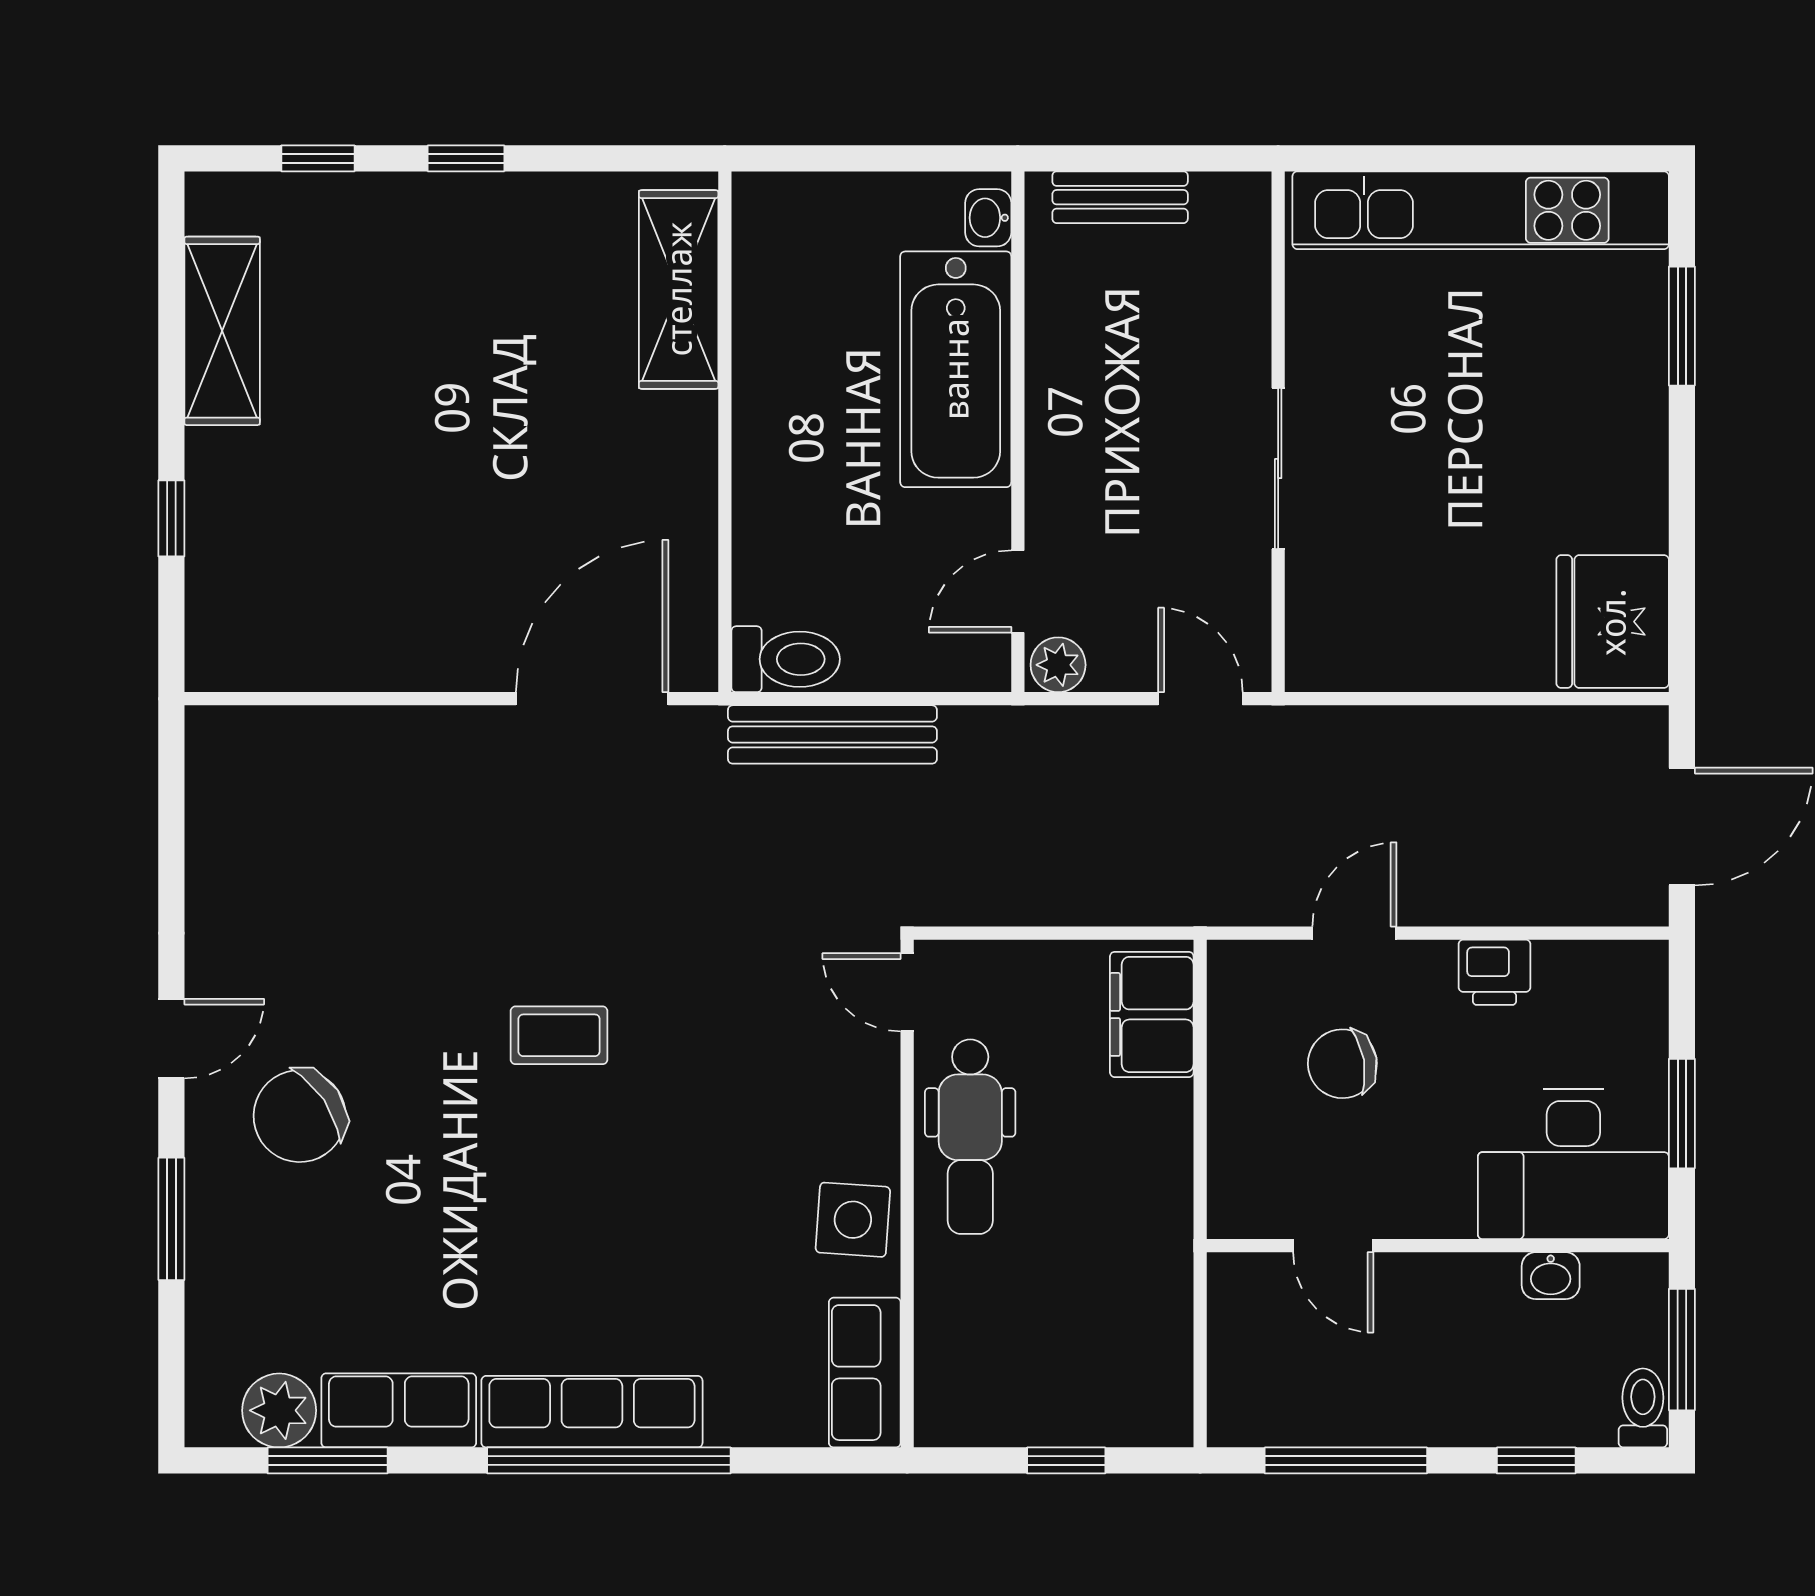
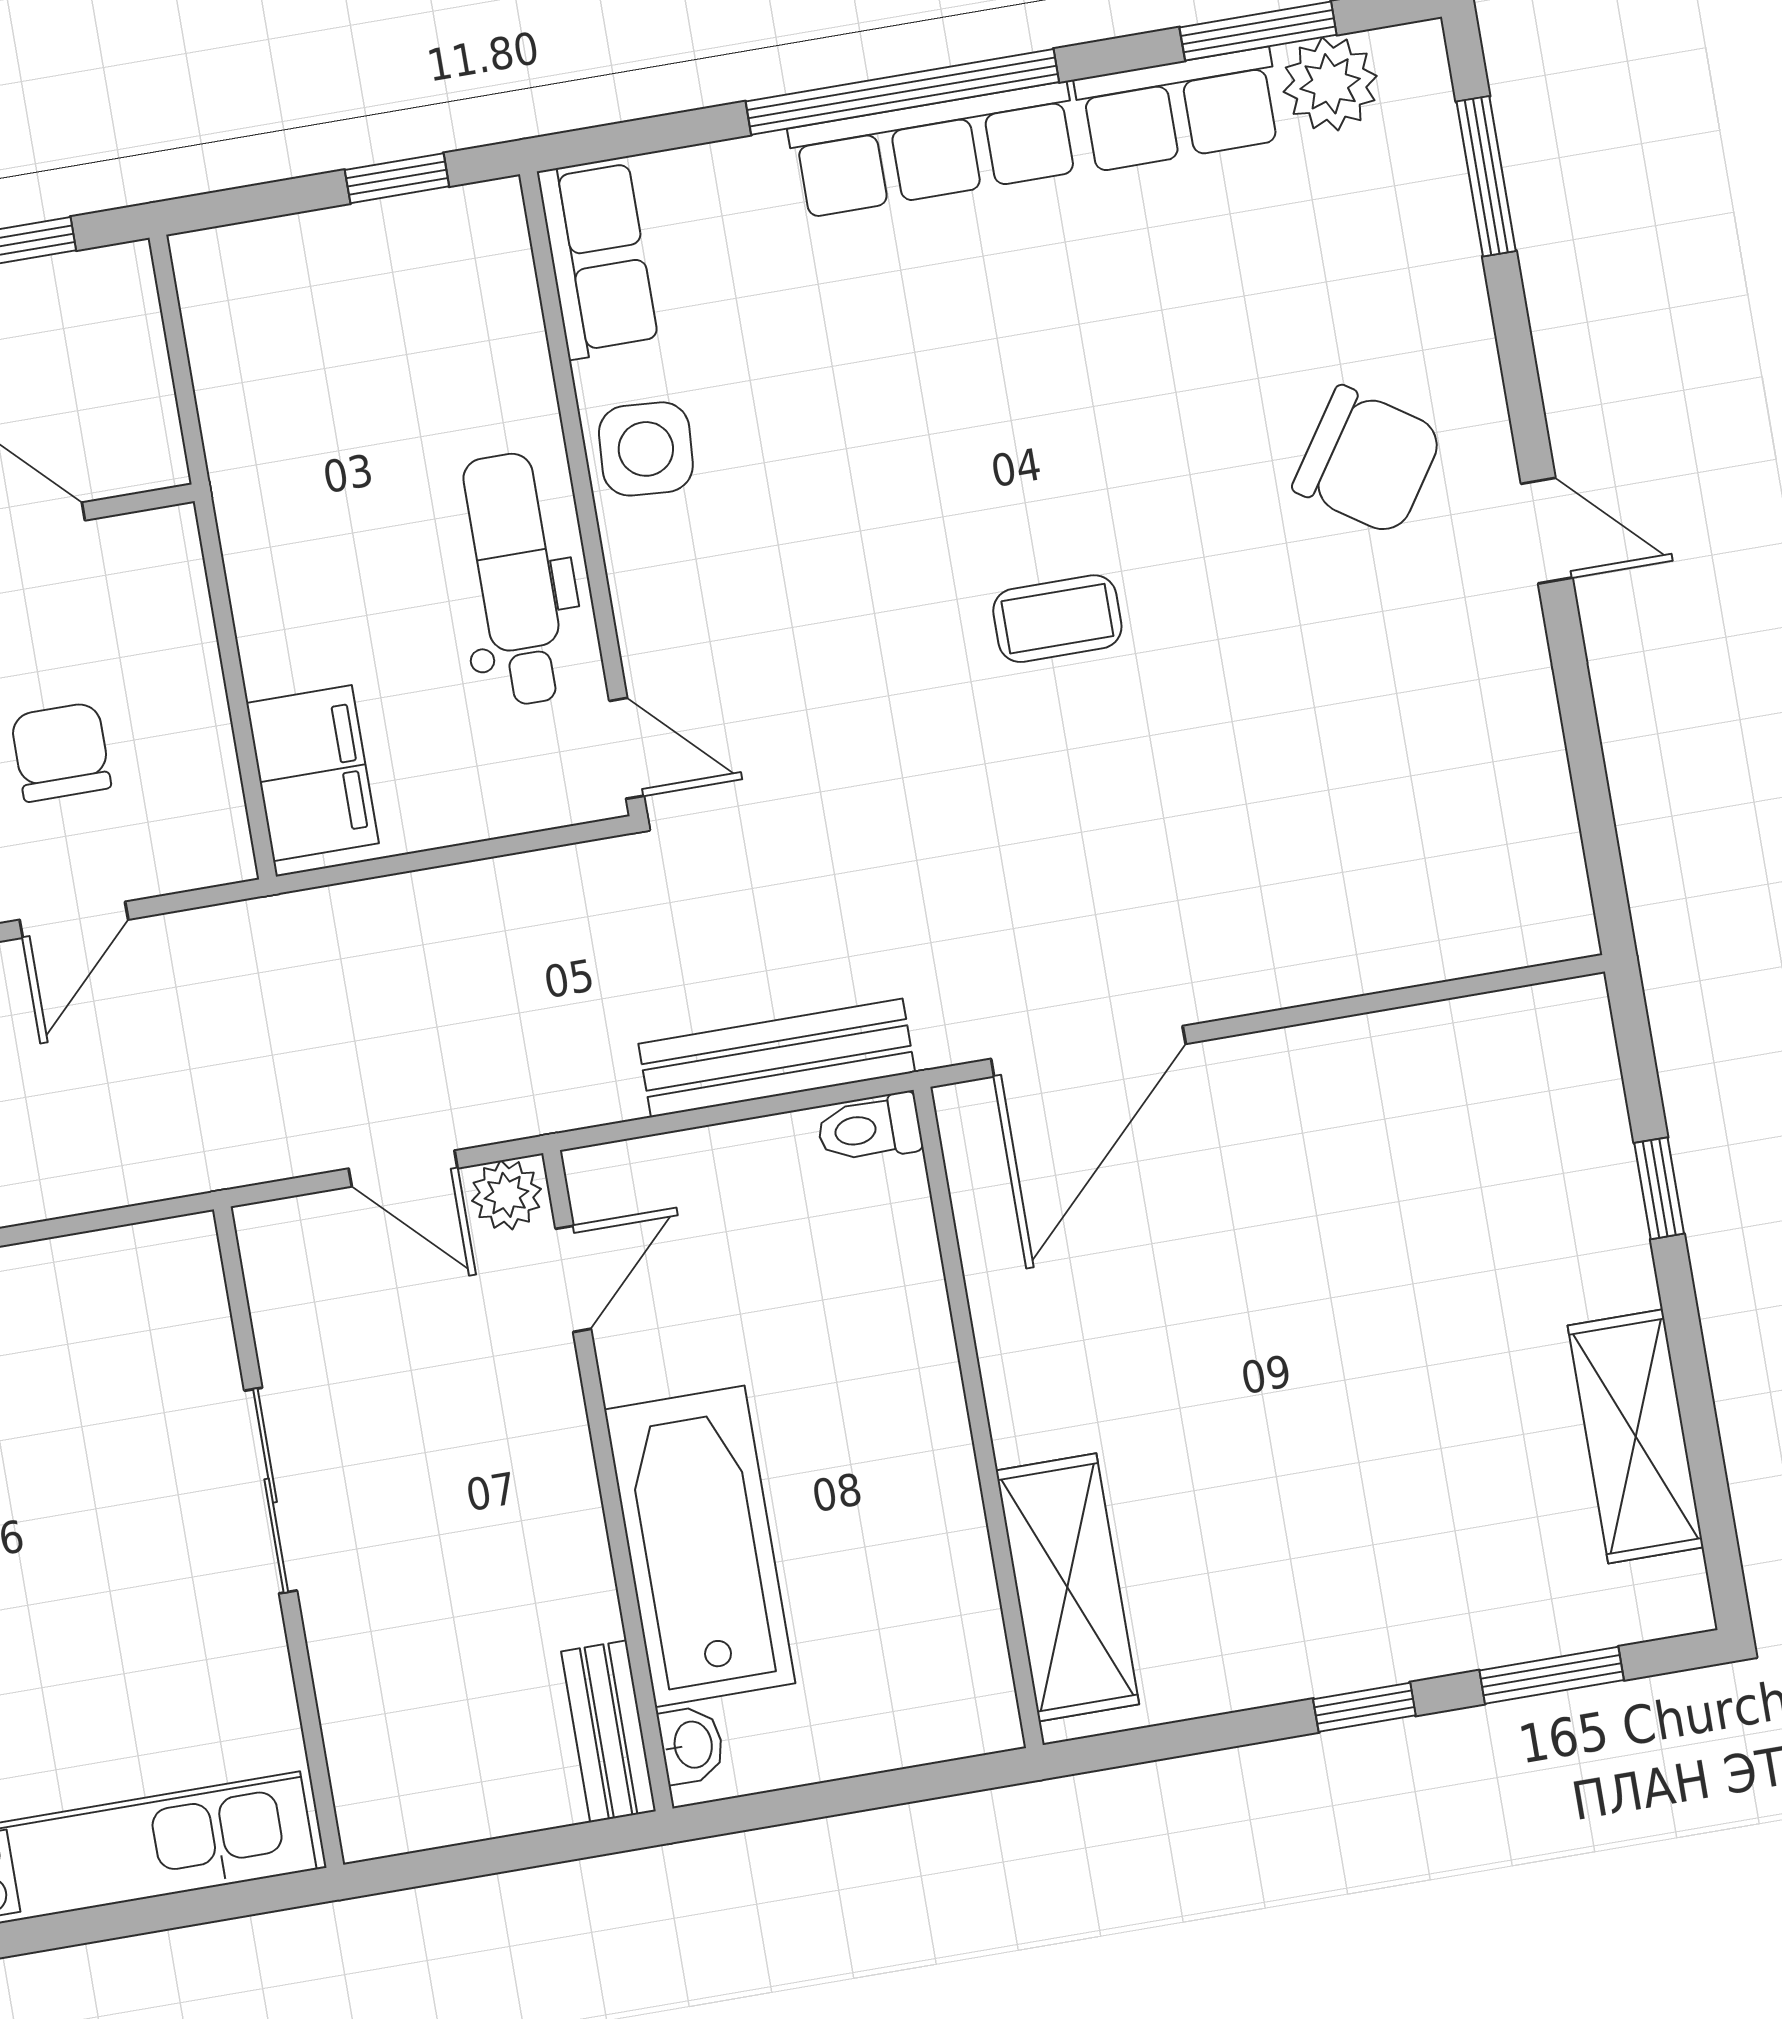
window: (318, 158) -> (1552, 1675), width x1.50
bench: (1120, 197) -> (609, 1731), moved, turned 90
toilet: (786, 659) -> (869, 1128), width x0.73, depth x0.72
door: (1200, 699) -> (403, 1168), moved
door: (171, 1039) -> (1547, 531), swing flipped
chair: (1342, 1064) -> (61, 752), turned -80
chair: (300, 1116) -> (1368, 460), turned 68
window: (171, 1219) -> (1486, 176), moved
window: (1066, 1460) -> (397, 178), moved

